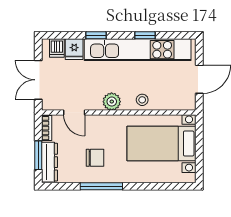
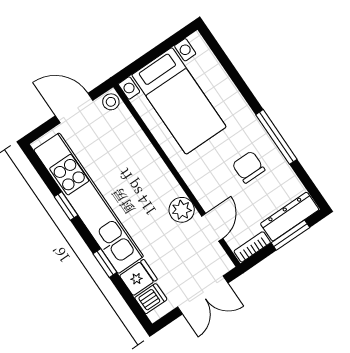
stool: (142, 100) -> (111, 102), moved
plant: (112, 102) -> (182, 210), moved

